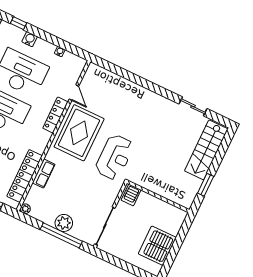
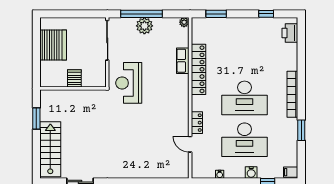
locker: (55, 115) -> (197, 123), width x0.66
rug: (79, 133) -> (169, 111), removed
reception desk: (114, 157) -> (129, 83), moved
locker: (25, 176) -> (198, 69), moved
server rack: (131, 195) -> (74, 78), moved

